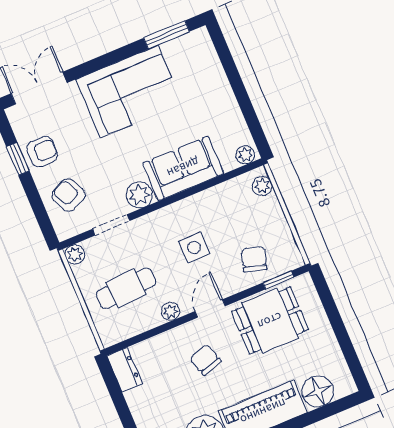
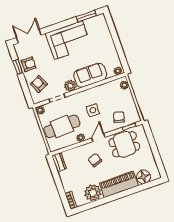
cafe table: (126, 288) -> (62, 126), width x1.37, depth x1.35

